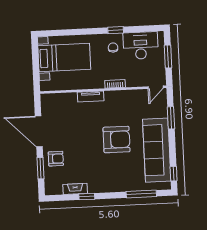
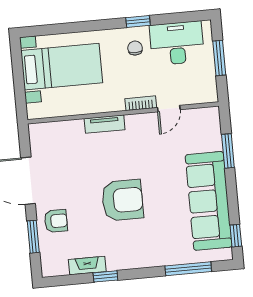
door: (156, 87) -> (169, 109), moved
armchair: (117, 140) -> (122, 200), moved

